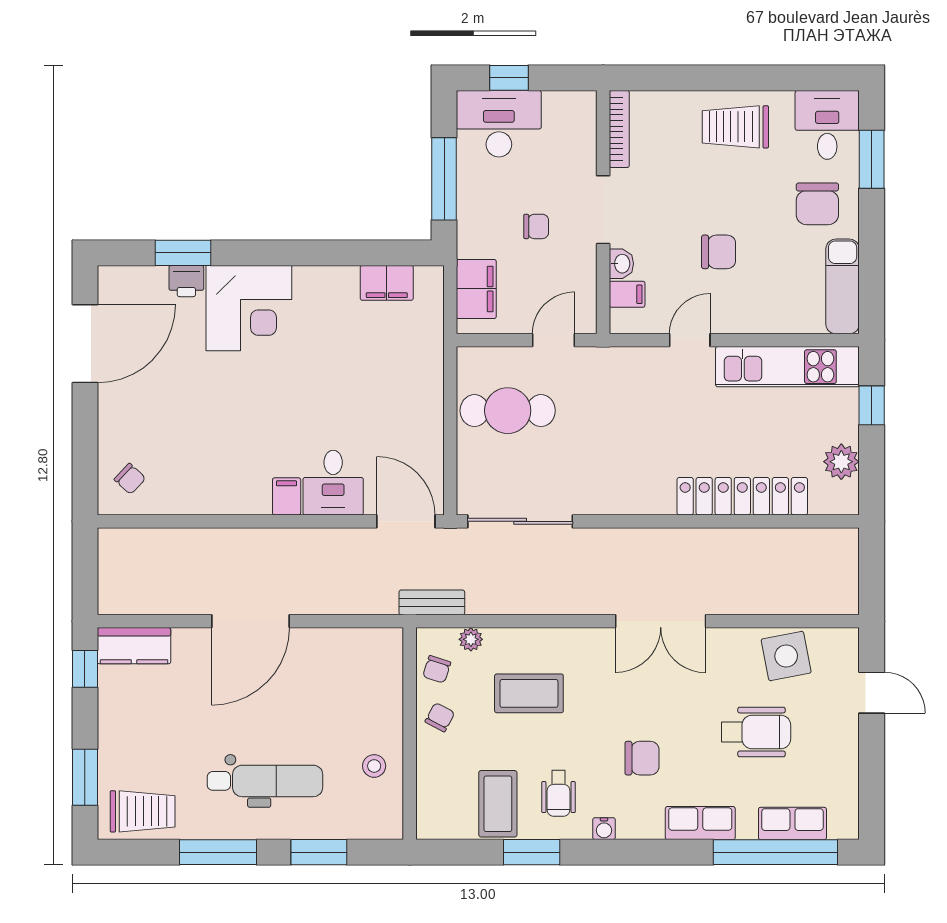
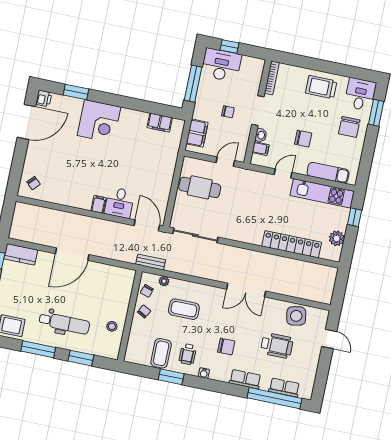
printer: (186, 281) -> (44, 98), moved, turned -90
exam couch: (843, 286) -> (328, 173), moved, turned 90

